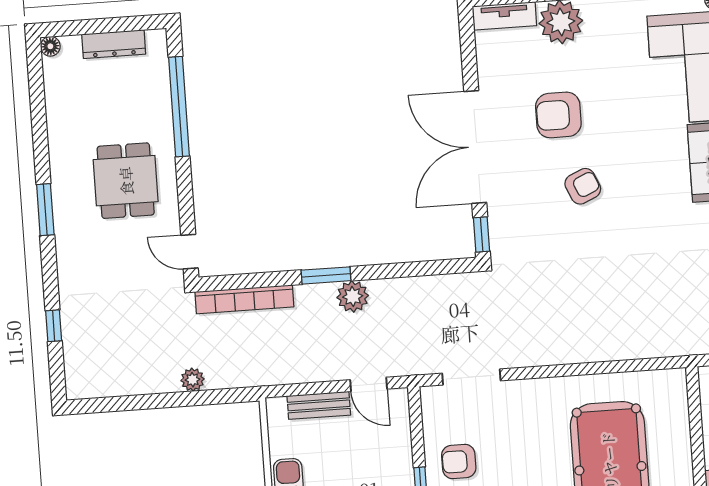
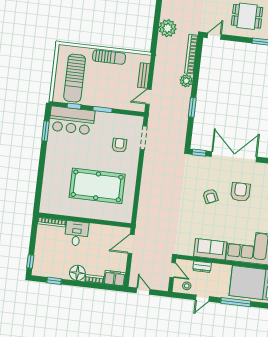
window: (326, 275) -> (192, 107), moved
plant: (353, 296) -> (186, 81), moved
plant: (192, 380) -> (168, 28), width x1.88, depth x1.88
armchair: (459, 462) -> (119, 145), moved

